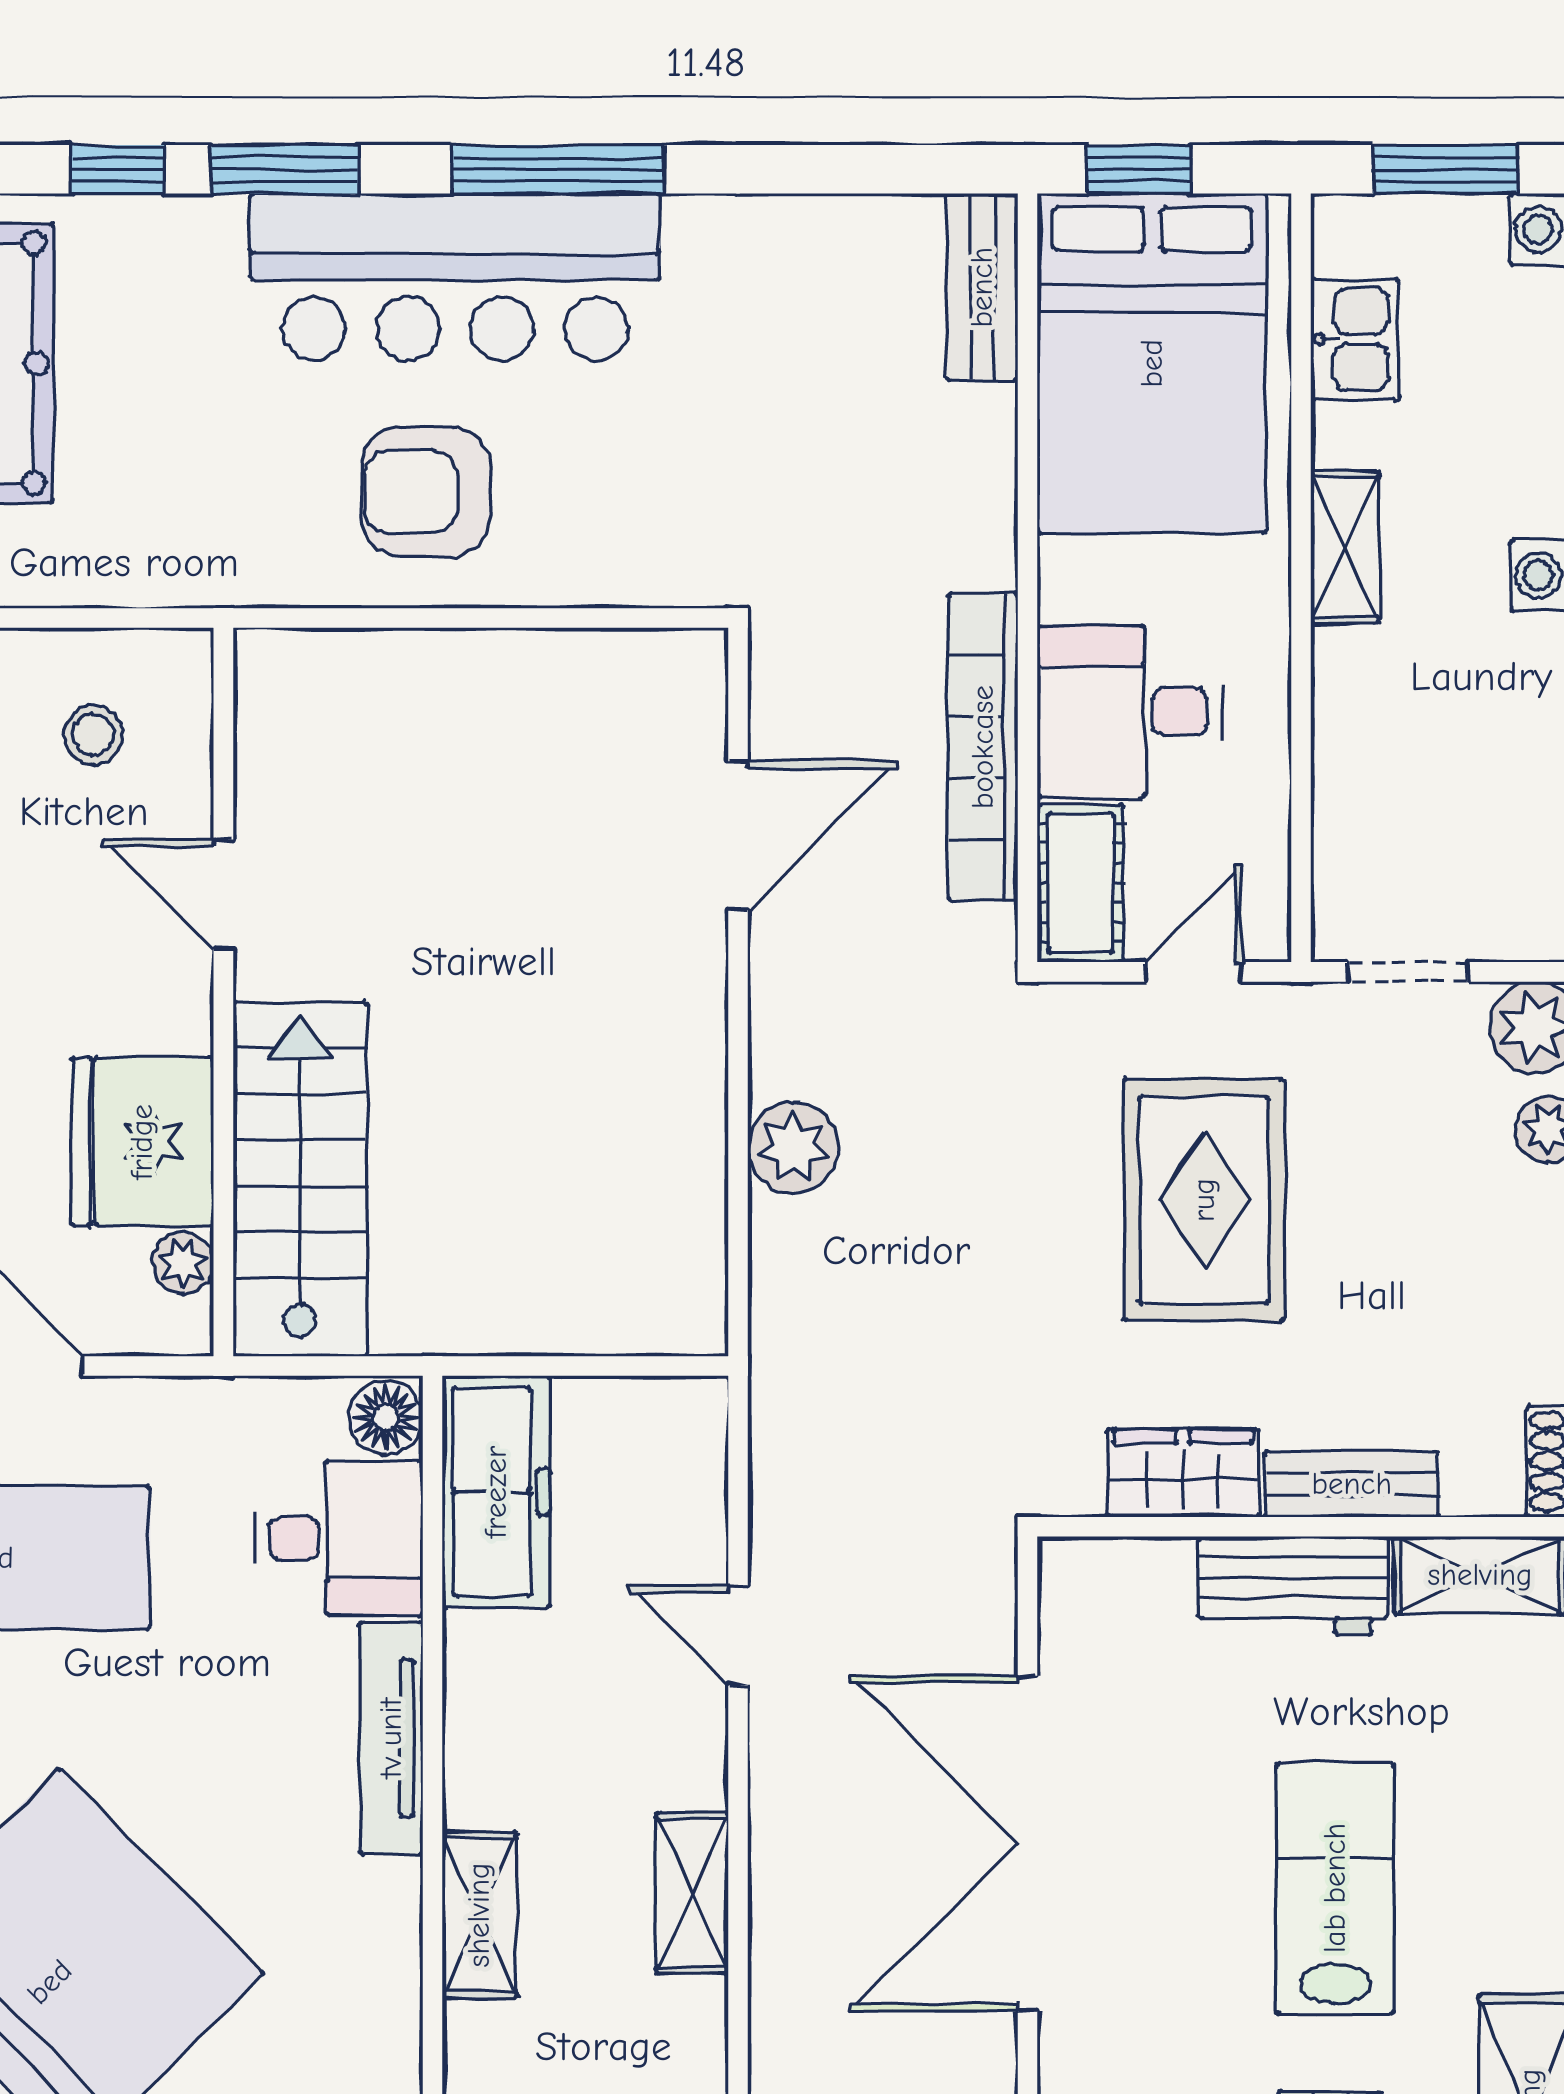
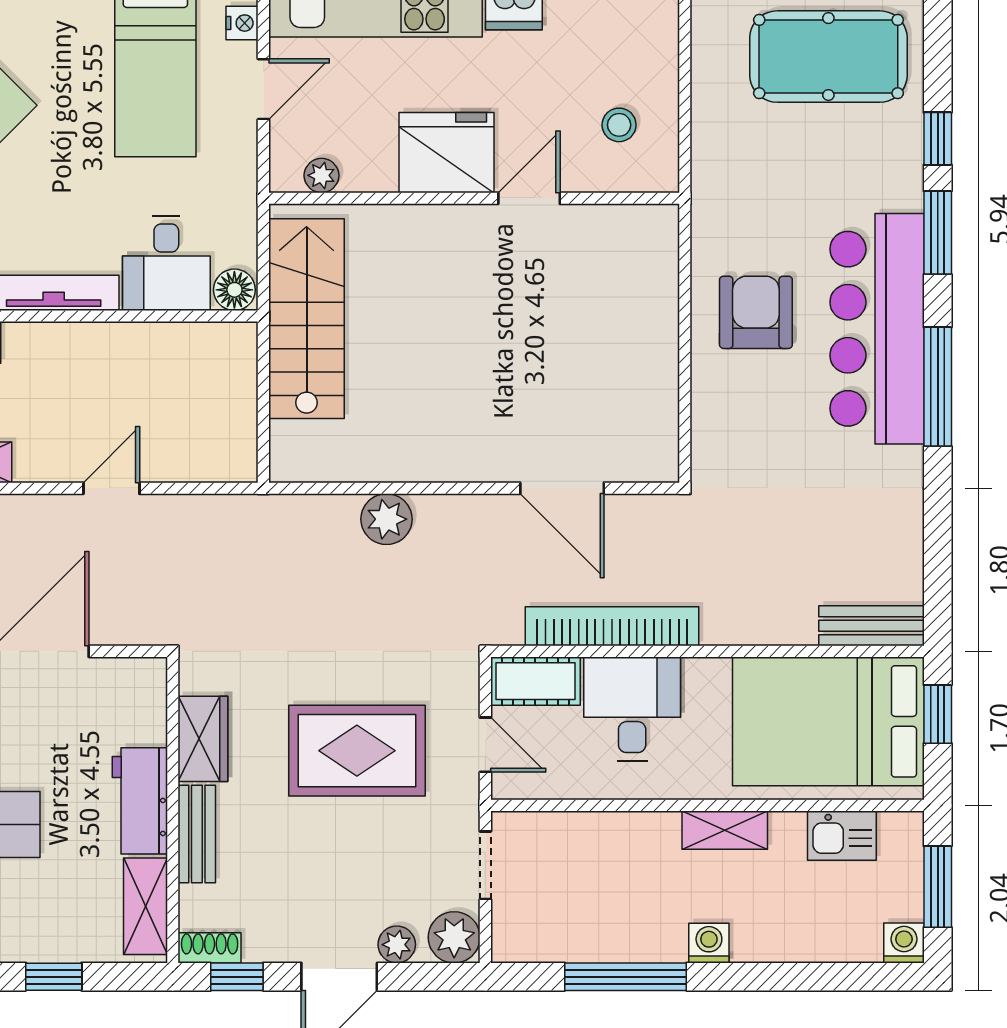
fridge: (142, 1142) -> (446, 153), moved
stairs: (300, 1179) -> (307, 319), moved, turned -90
freezer: (496, 1492) -> (192, 352), removed

